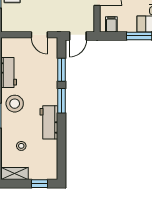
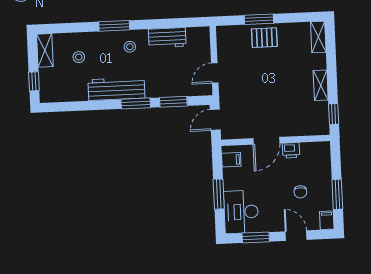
door: (78, 36) -> (215, 120), hinge flipped
stool: (15, 104) -> (130, 47), width x0.53, depth x0.53
workbench: (49, 122) -> (116, 89), width x1.38

